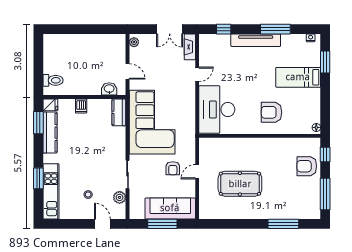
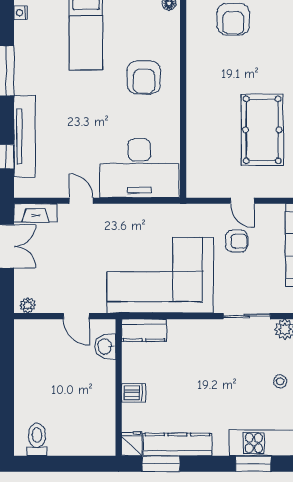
tv unit: (256, 40) -> (24, 136), moved
door: (128, 71) -> (76, 316), swing flipped
toilet: (53, 80) -> (37, 439), moved

